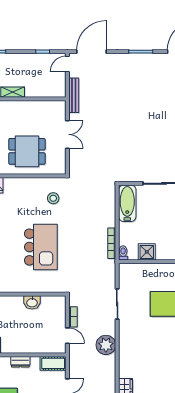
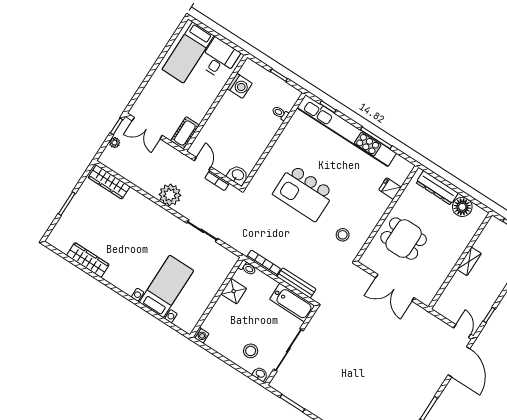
bench: (74, 95) -> (297, 283), moved
double door: (67, 134) -> (395, 288), width x1.37
dining table: (27, 151) -> (404, 239), turned 90
washbasin: (32, 302) -> (238, 175), moved, turned 90
door: (67, 336) -> (203, 164), swing flipped
dresser: (20, 362) -> (207, 103), removed

